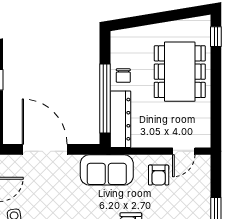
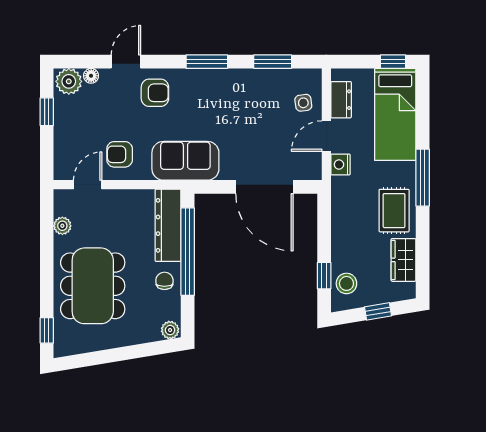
plant: (119, 37) -> (170, 330), added
plant: (204, 119) -> (62, 226), added
armchair: (159, 175) -> (120, 154), turned -90

